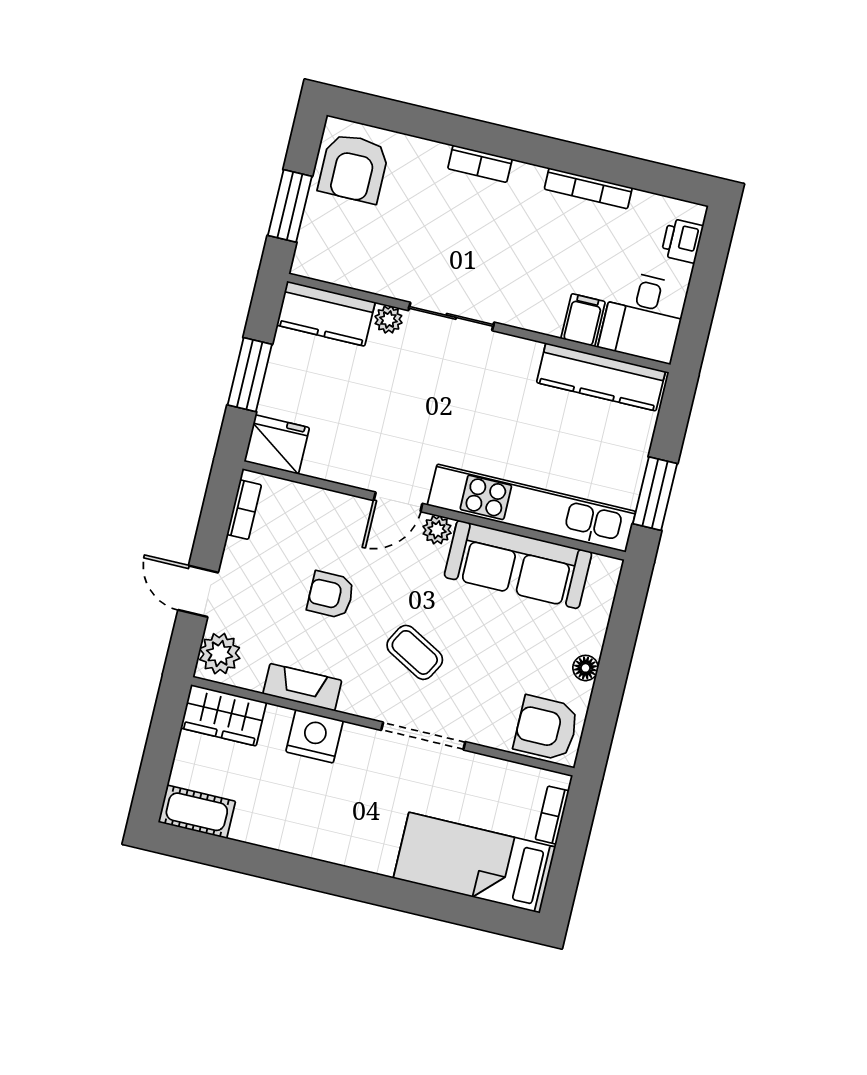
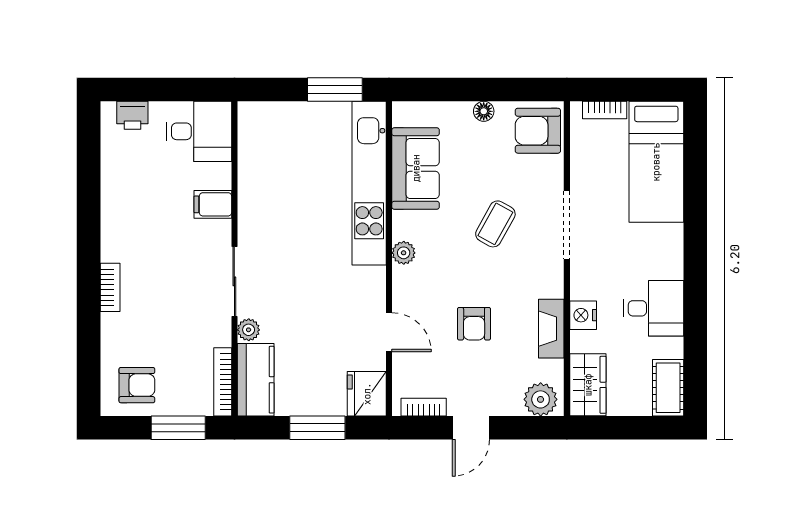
armchair: (354, 168) -> (137, 385), width x0.72, depth x0.72
bookcase: (588, 188) -> (223, 382), moved, turned 180
filing cabinet: (583, 320) -> (213, 204), moved
kitchen counter: (601, 377) -> (254, 153), removed
door: (398, 502) -> (389, 332), moved
sofa: (518, 564) -> (416, 168), width x0.73
door: (198, 591) -> (471, 428), moved
coffee table: (415, 652) -> (495, 224), moved
armchair: (546, 728) -> (538, 131), turned 90
nightstand: (315, 736) -> (583, 315), width x0.74, depth x0.75
desk: (297, 817) -> (654, 308), added

